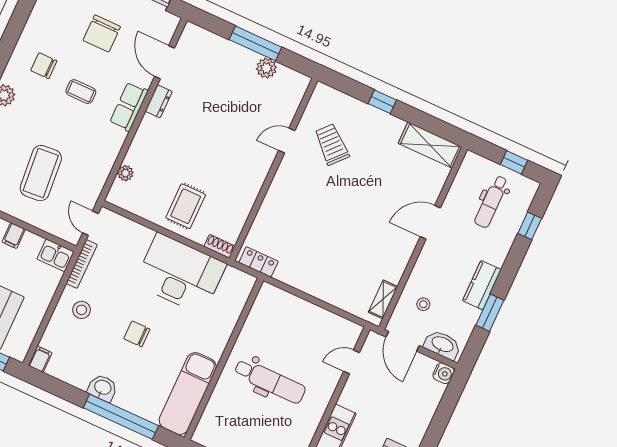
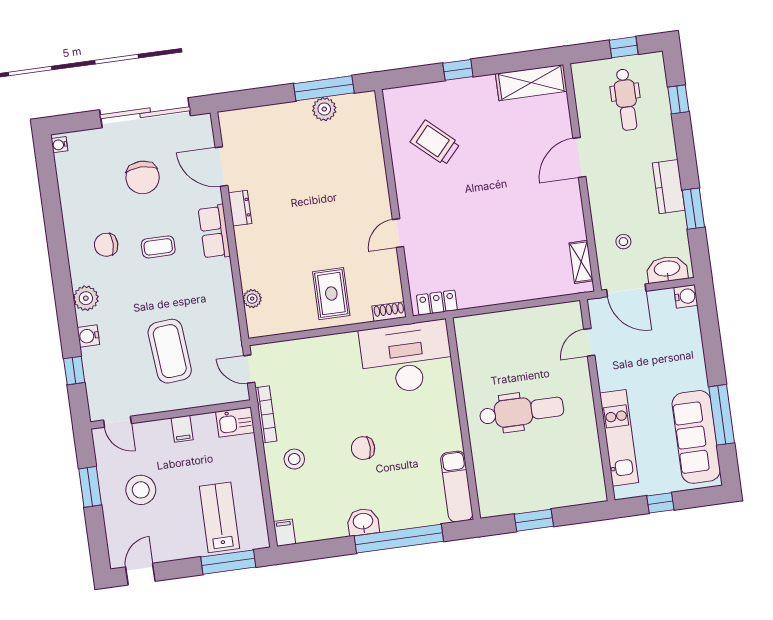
window: (255, 43) -> (324, 88), moved
door: (287, 141) -> (398, 233), moved
desk: (180, 274) -> (407, 357), moved
exam couch: (188, 394) -> (457, 487), width x0.73, depth x0.69

